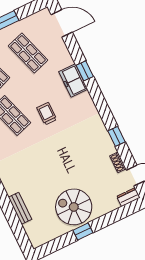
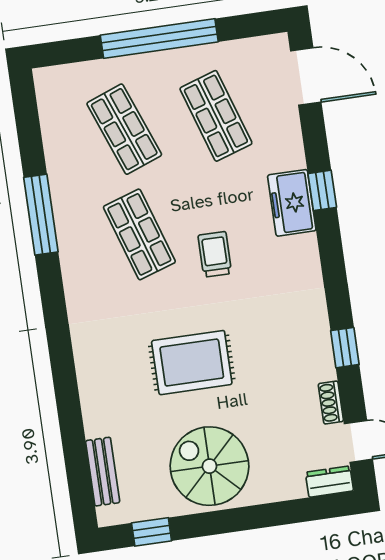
rug: (52, 164) -> (192, 363), added
bench: (20, 208) -> (103, 472), moved
window: (83, 232) -> (152, 532), moved

